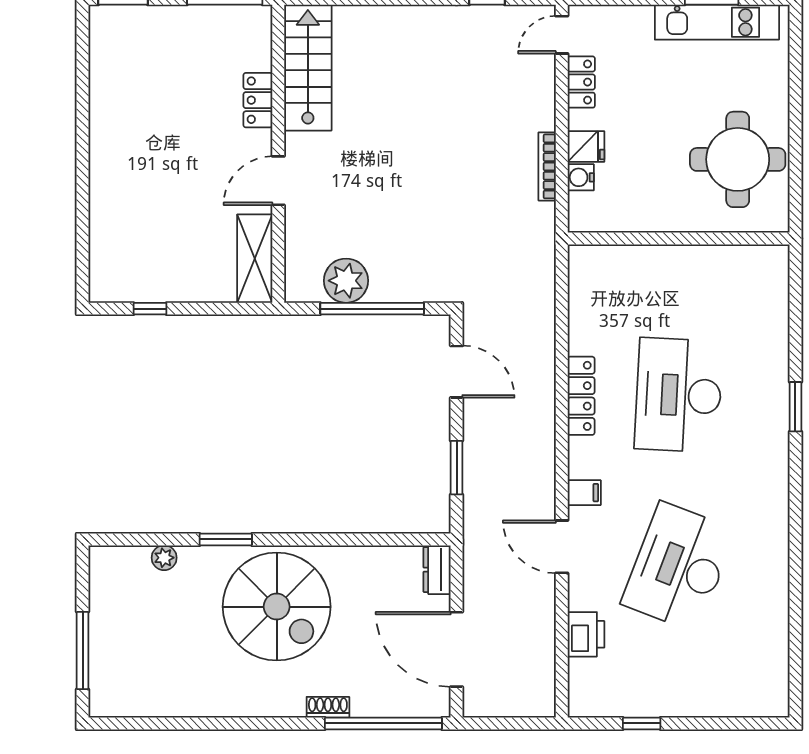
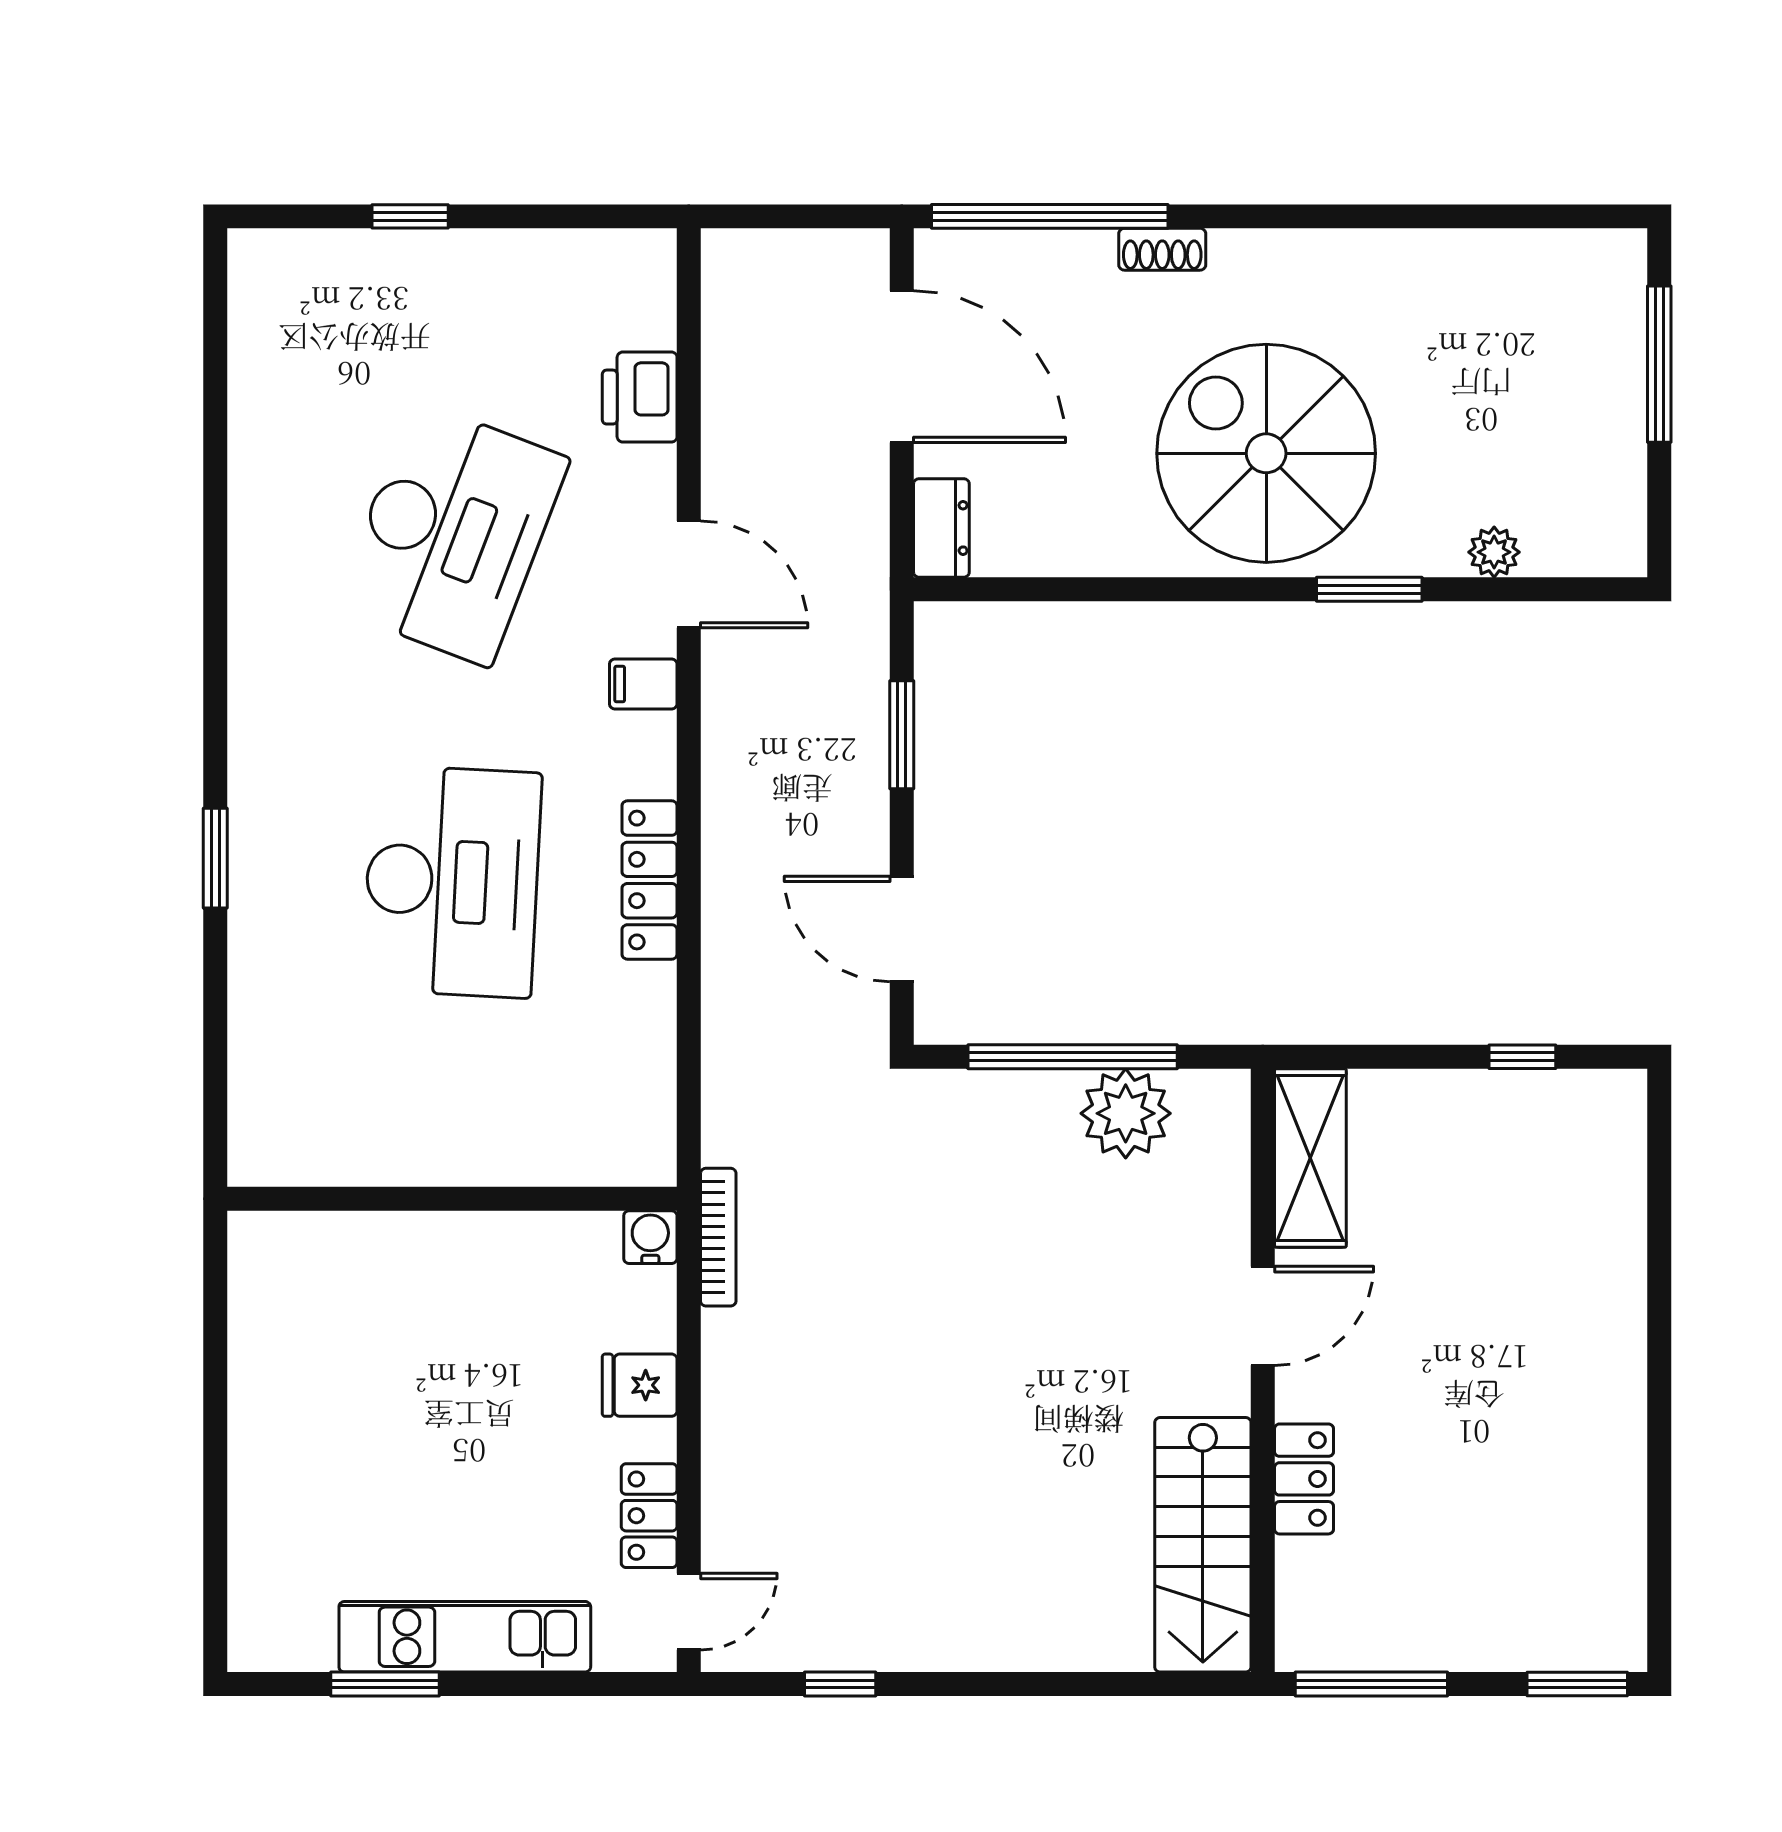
kitchen unit: (717, 22) -> (465, 1637), moved
round table: (738, 159) -> (332, 1359), removed
bookcase: (547, 166) -> (718, 1237), moved
water cooler: (581, 177) -> (650, 1237), moved, turned -90
window: (642, 723) -> (410, 216), moved

